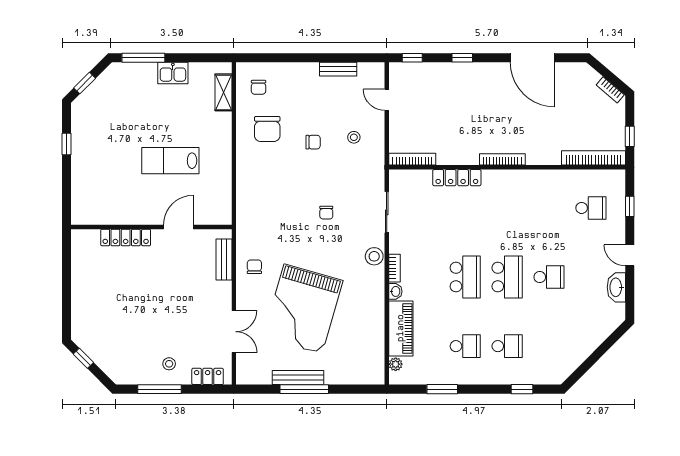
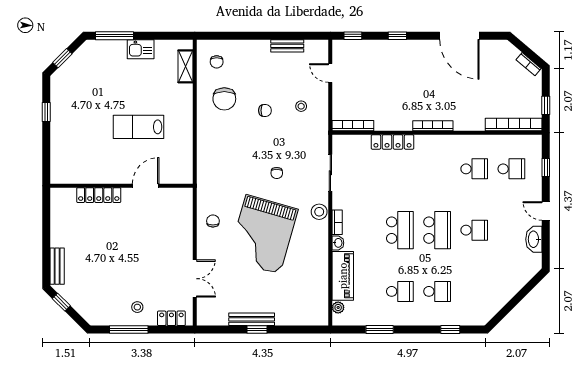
school desk: (549, 208) -> (474, 169), added
bench: (224, 260) -> (57, 266), moved
grand piano: (303, 309) -> (263, 234), moved
window: (304, 389) -> (257, 330), width x0.46

